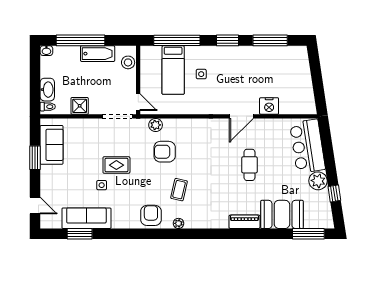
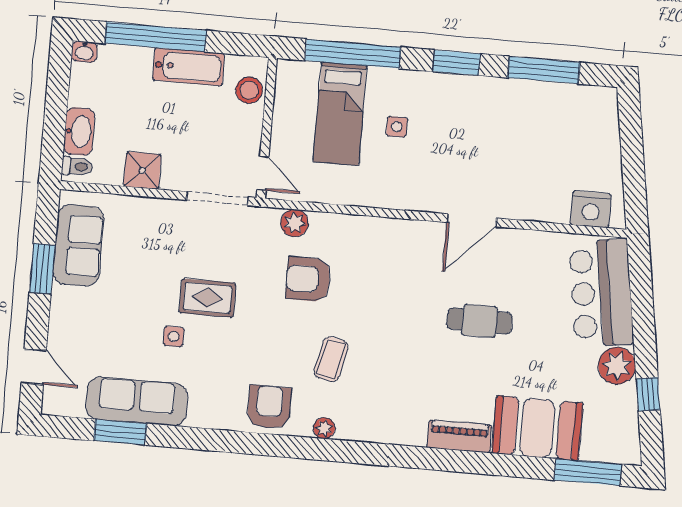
nightstand: (269, 106) -> (591, 209), moved
cafe table: (249, 165) -> (480, 321), turned 90

